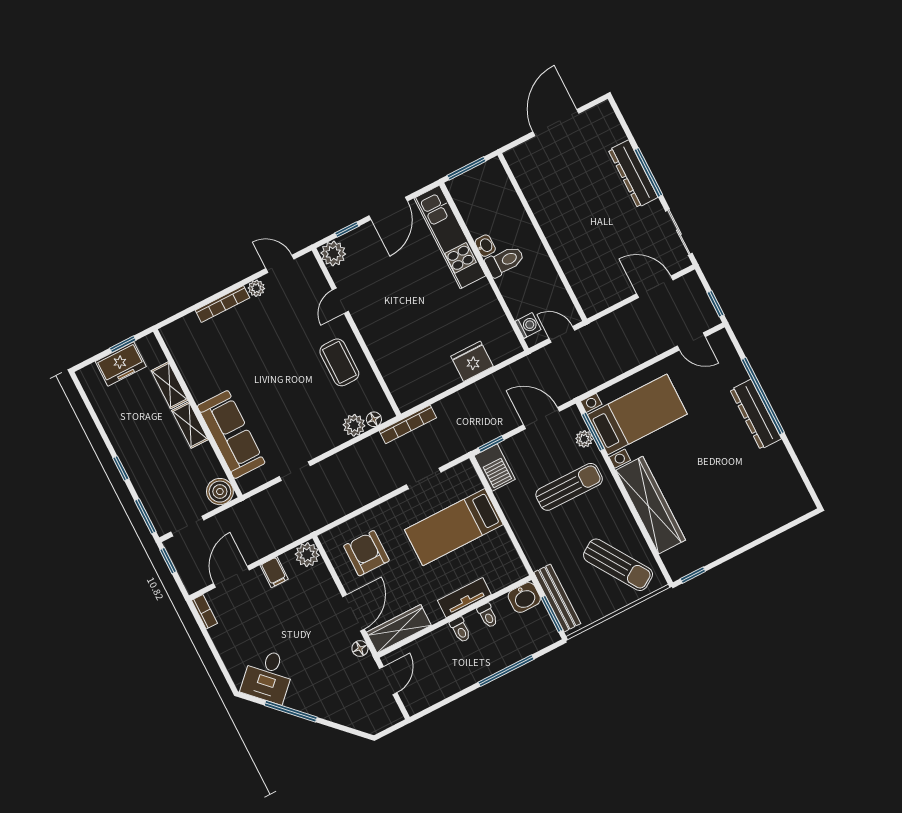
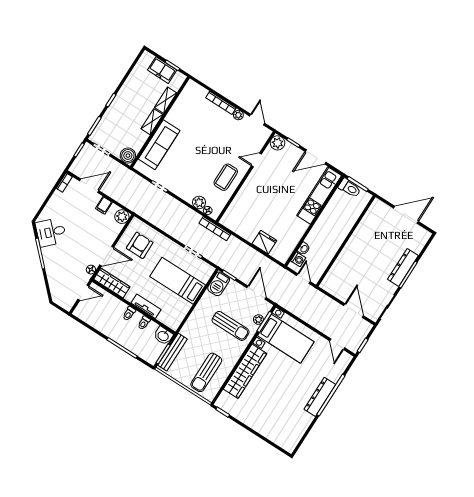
washbasin: (485, 246) -> (304, 249), moved
toilet: (505, 261) -> (350, 188), moved
sun lounger: (618, 565) -> (206, 372), turned 33

